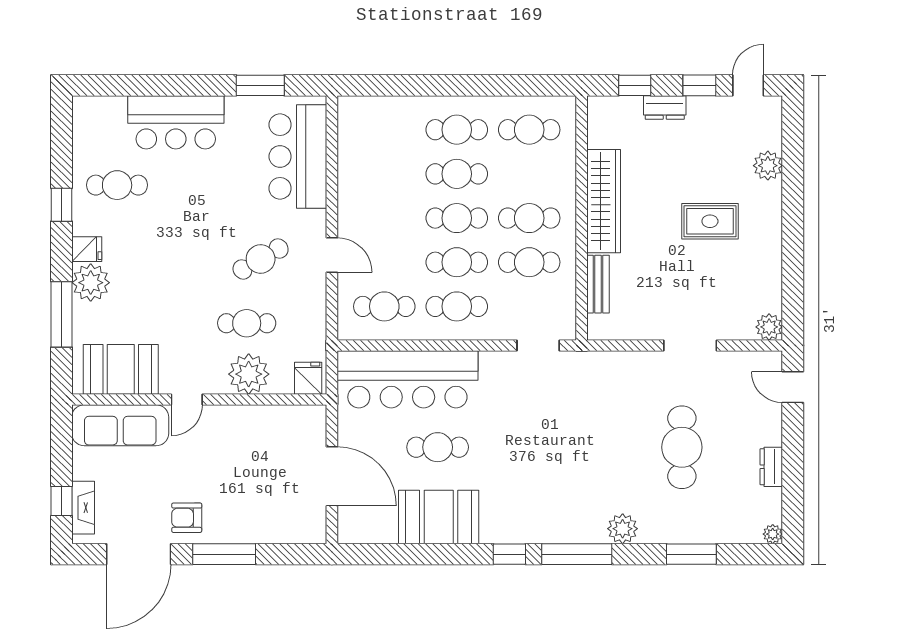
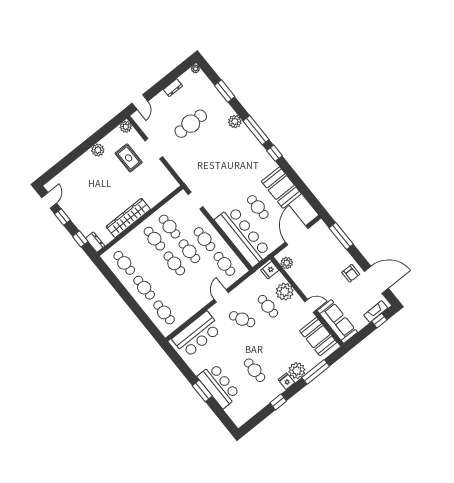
window: (260, 85) -> (202, 391), moved
door: (748, 85) -> (49, 200), swing flipped
dresser: (665, 108) -> (95, 242), moved
plant: (768, 166) -> (98, 150), moved
cafe table: (457, 174) -> (164, 312), moved
cafe table: (117, 185) -> (255, 370), moved
rug: (710, 221) -> (129, 158), moved
bench: (598, 284) -> (158, 197), removed
plant: (297, 419) -> (287, 263), added
window: (224, 554) -> (341, 236), moved

